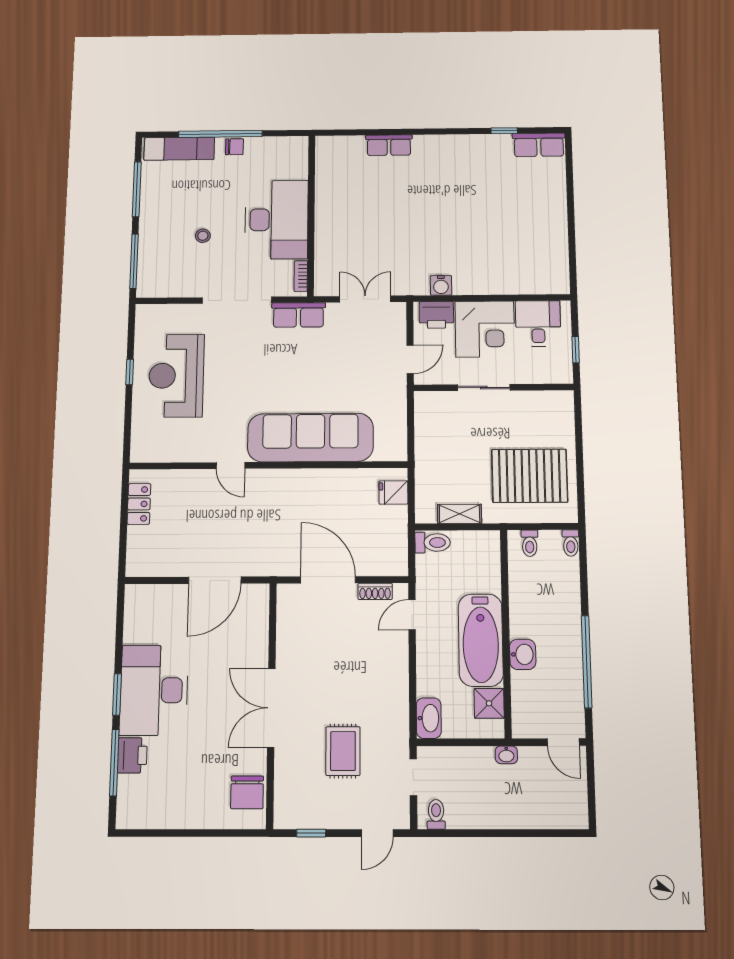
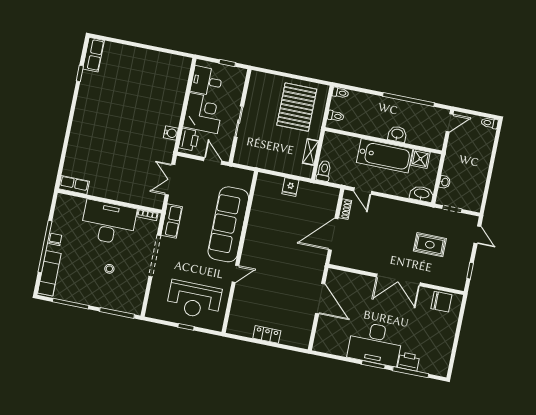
row of seats: (389, 145) -> (74, 185), moved, turned -90
sofa: (310, 438) -> (228, 224), moved
wall: (268, 465) -> (240, 252), moved
door: (231, 466) -> (235, 274), moved
washbasin: (506, 755) -> (445, 182), moved
toilet: (436, 814) -> (490, 123), moved

